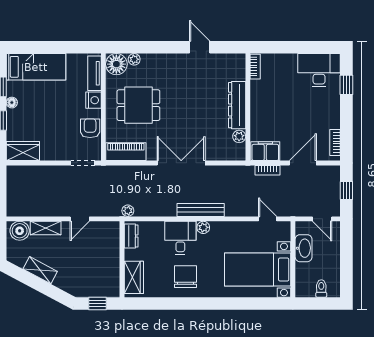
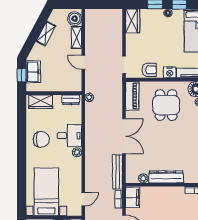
bench: (201, 210) -> (117, 172), moved
freezer: (93, 287) -> (33, 72), added

